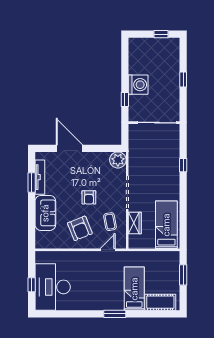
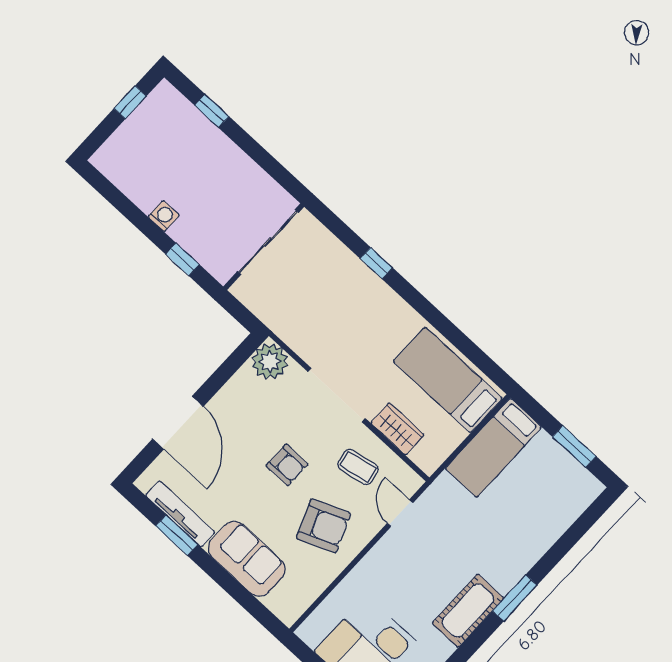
window: (183, 80) -> (212, 111), moved
washing machine: (138, 85) -> (164, 216), width x0.53, depth x0.53
door: (69, 148) -> (178, 423), swing flipped
window: (183, 275) -> (574, 446), moved
bed: (134, 289) -> (493, 448), moved, turned -90
cot: (160, 302) -> (468, 611), moved

